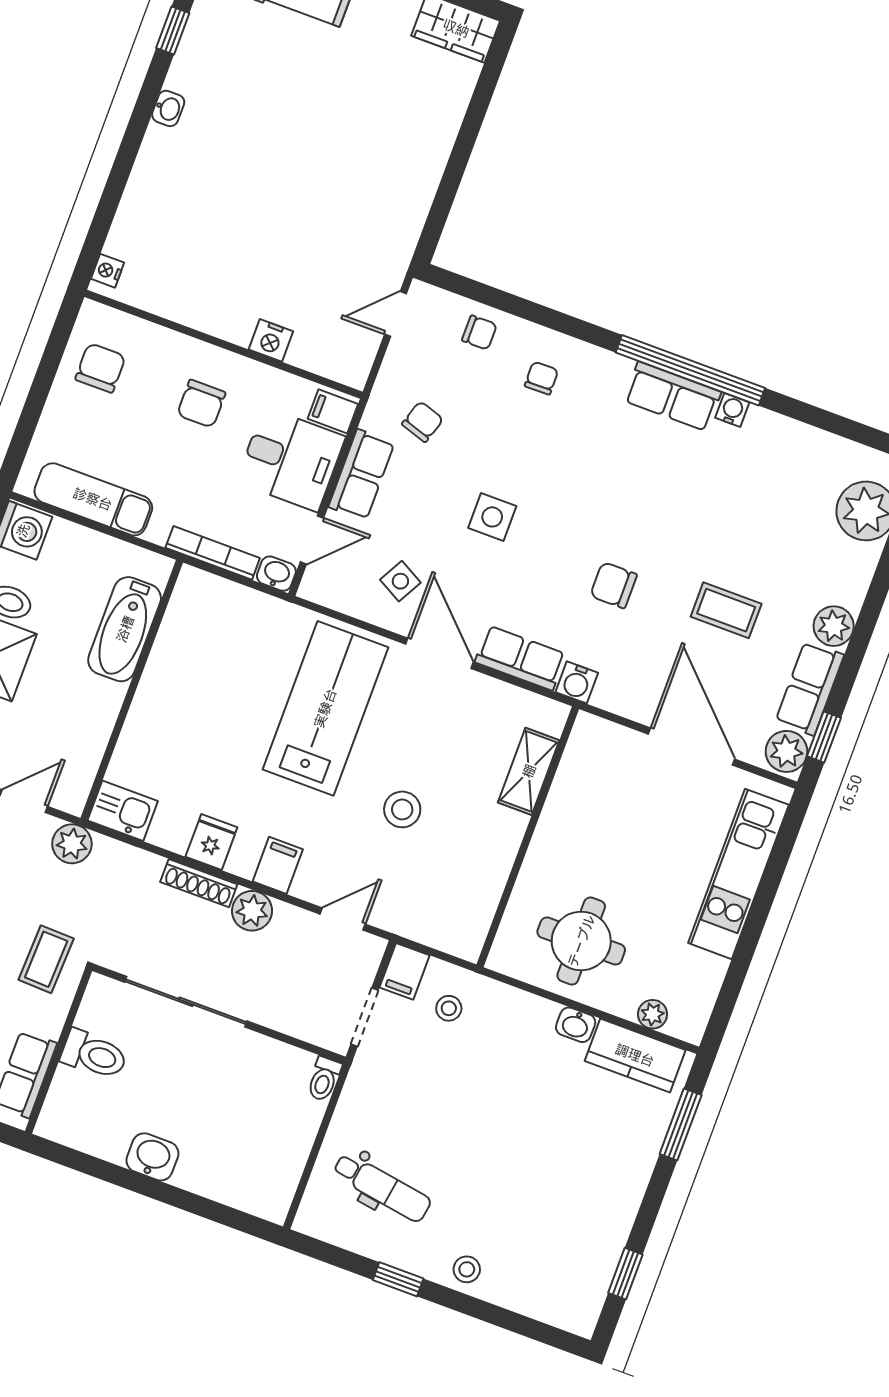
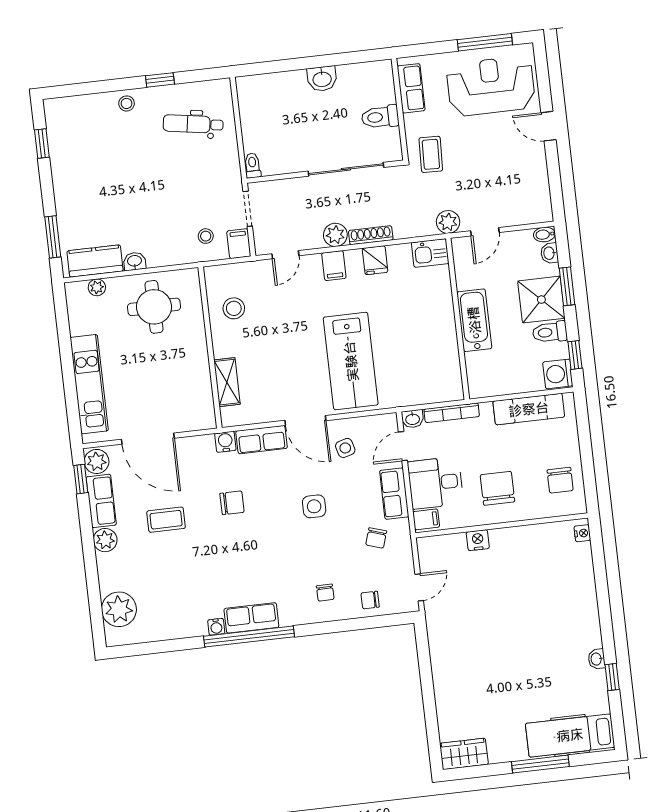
washbasin: (168, 108) -> (597, 659), moved
chair: (201, 404) -> (497, 488), width x1.37, depth x1.37
side table: (400, 581) -> (345, 448), turned 45
bathtub: (125, 629) -> (474, 320), moved
stool: (402, 809) -> (234, 308), moved

